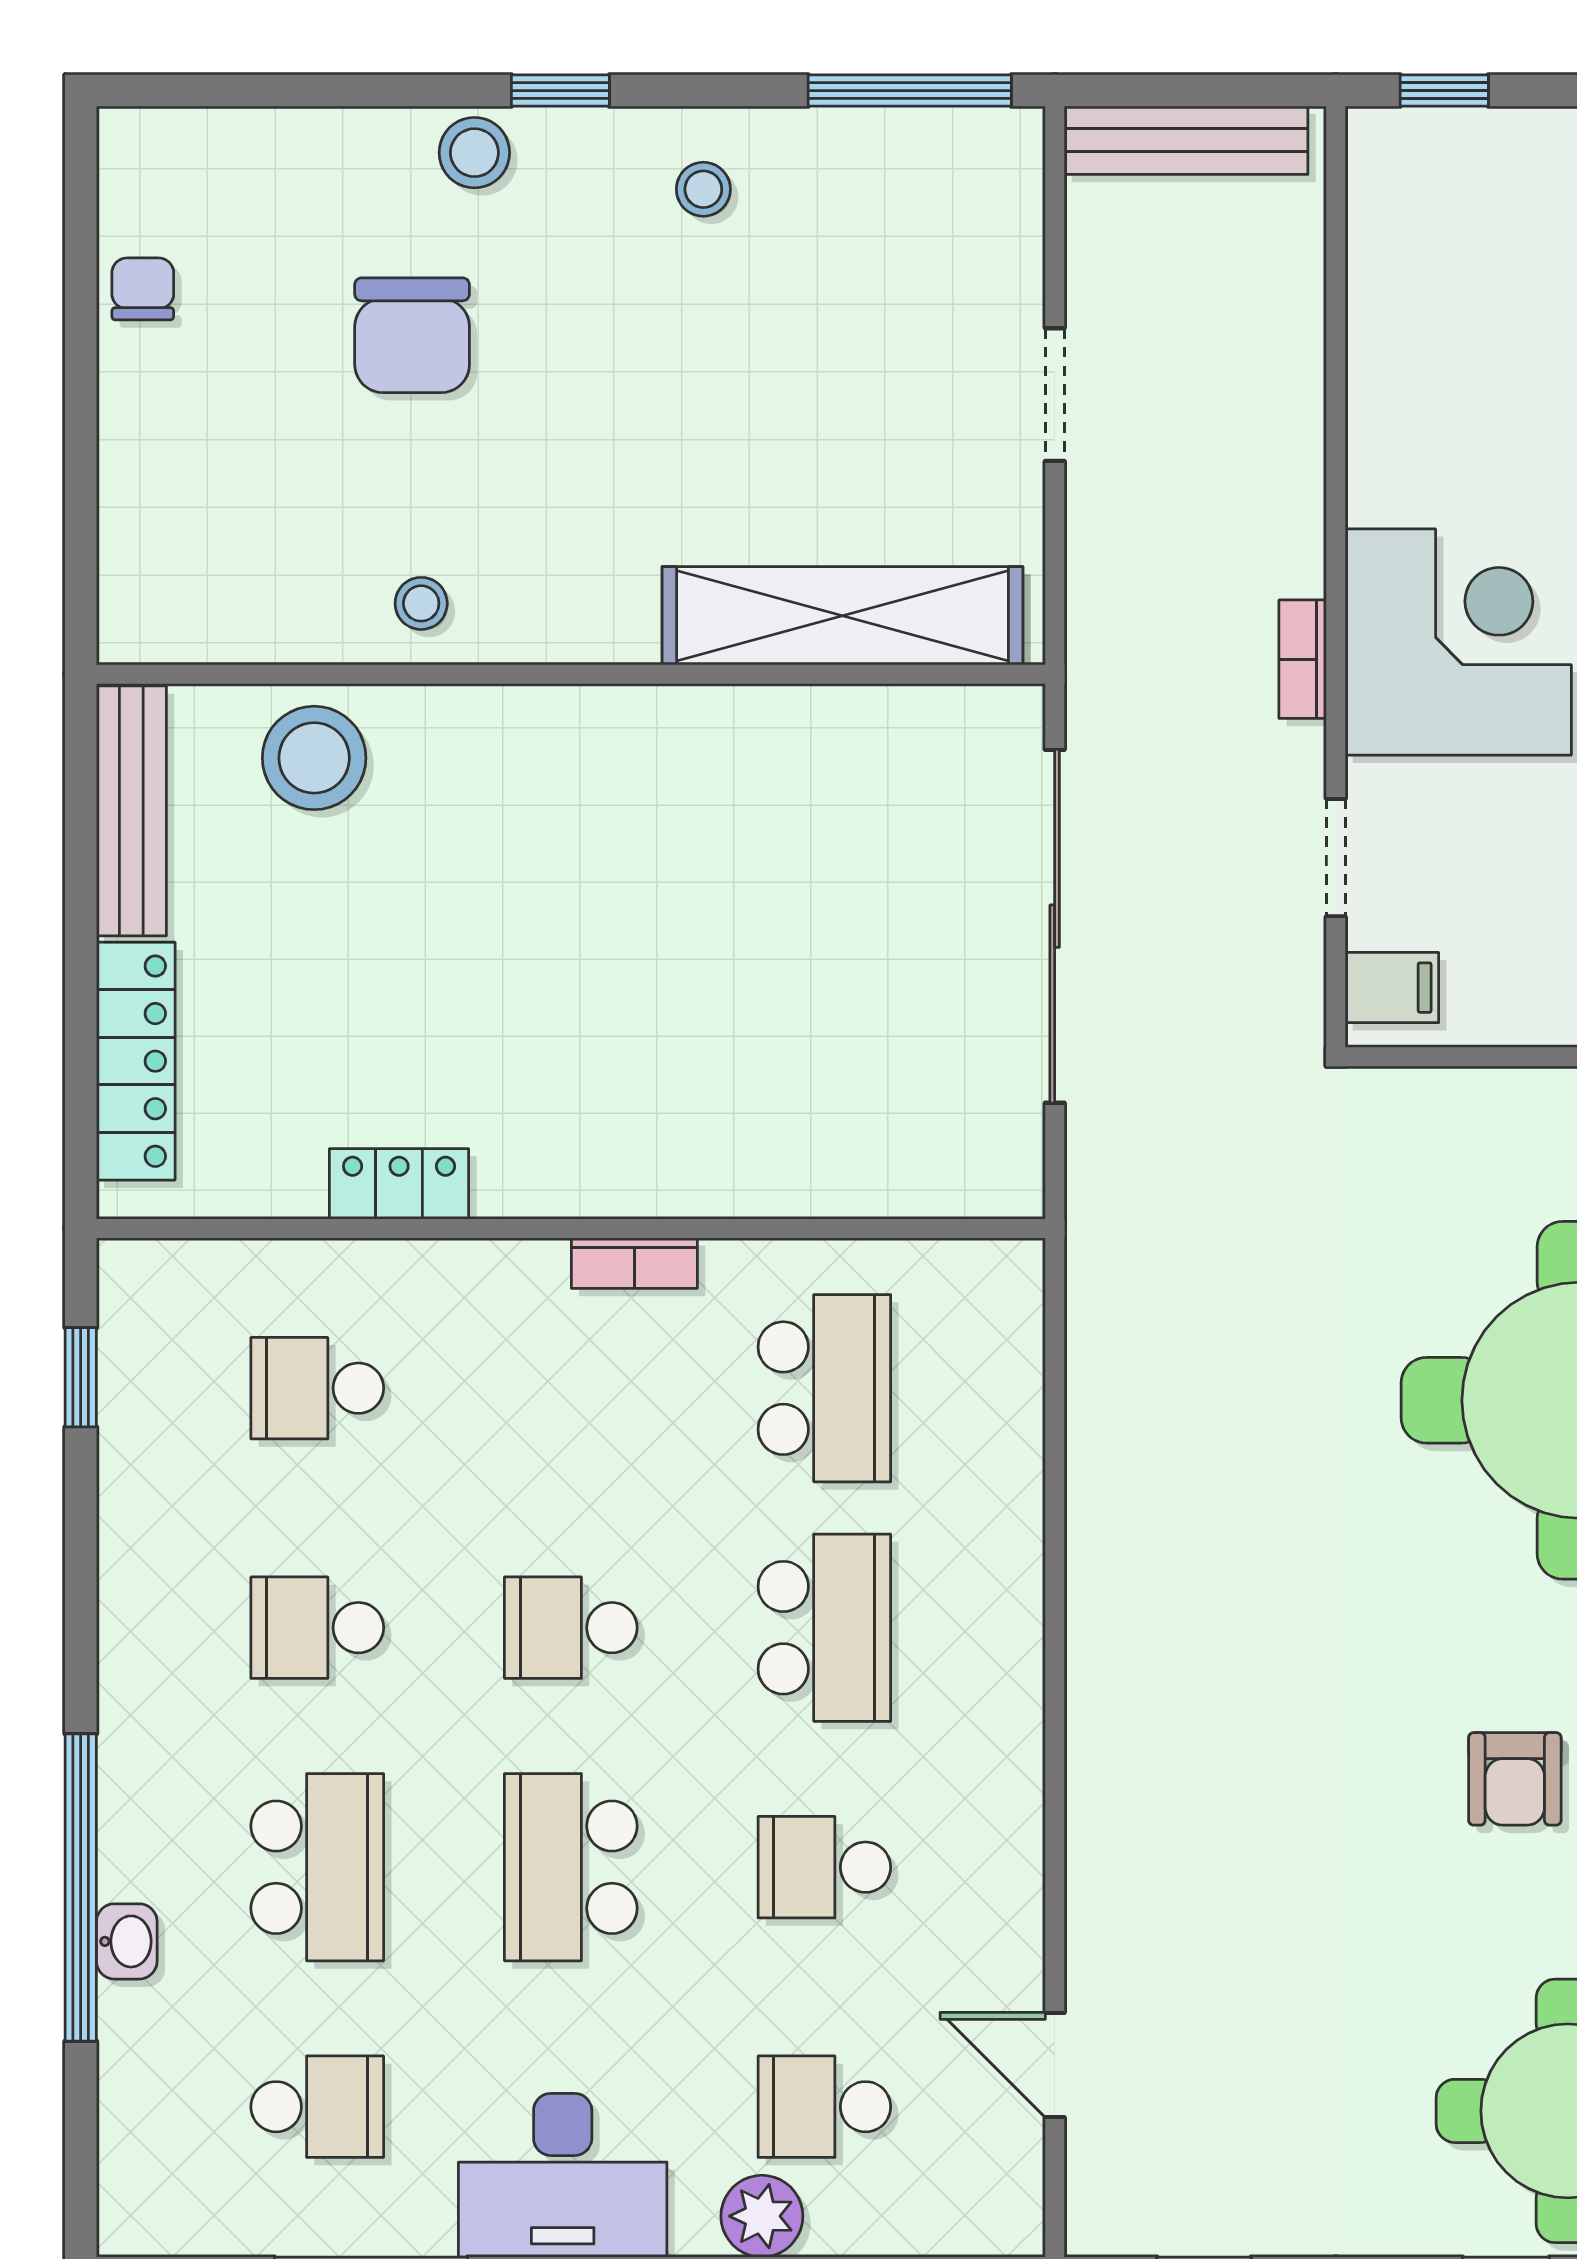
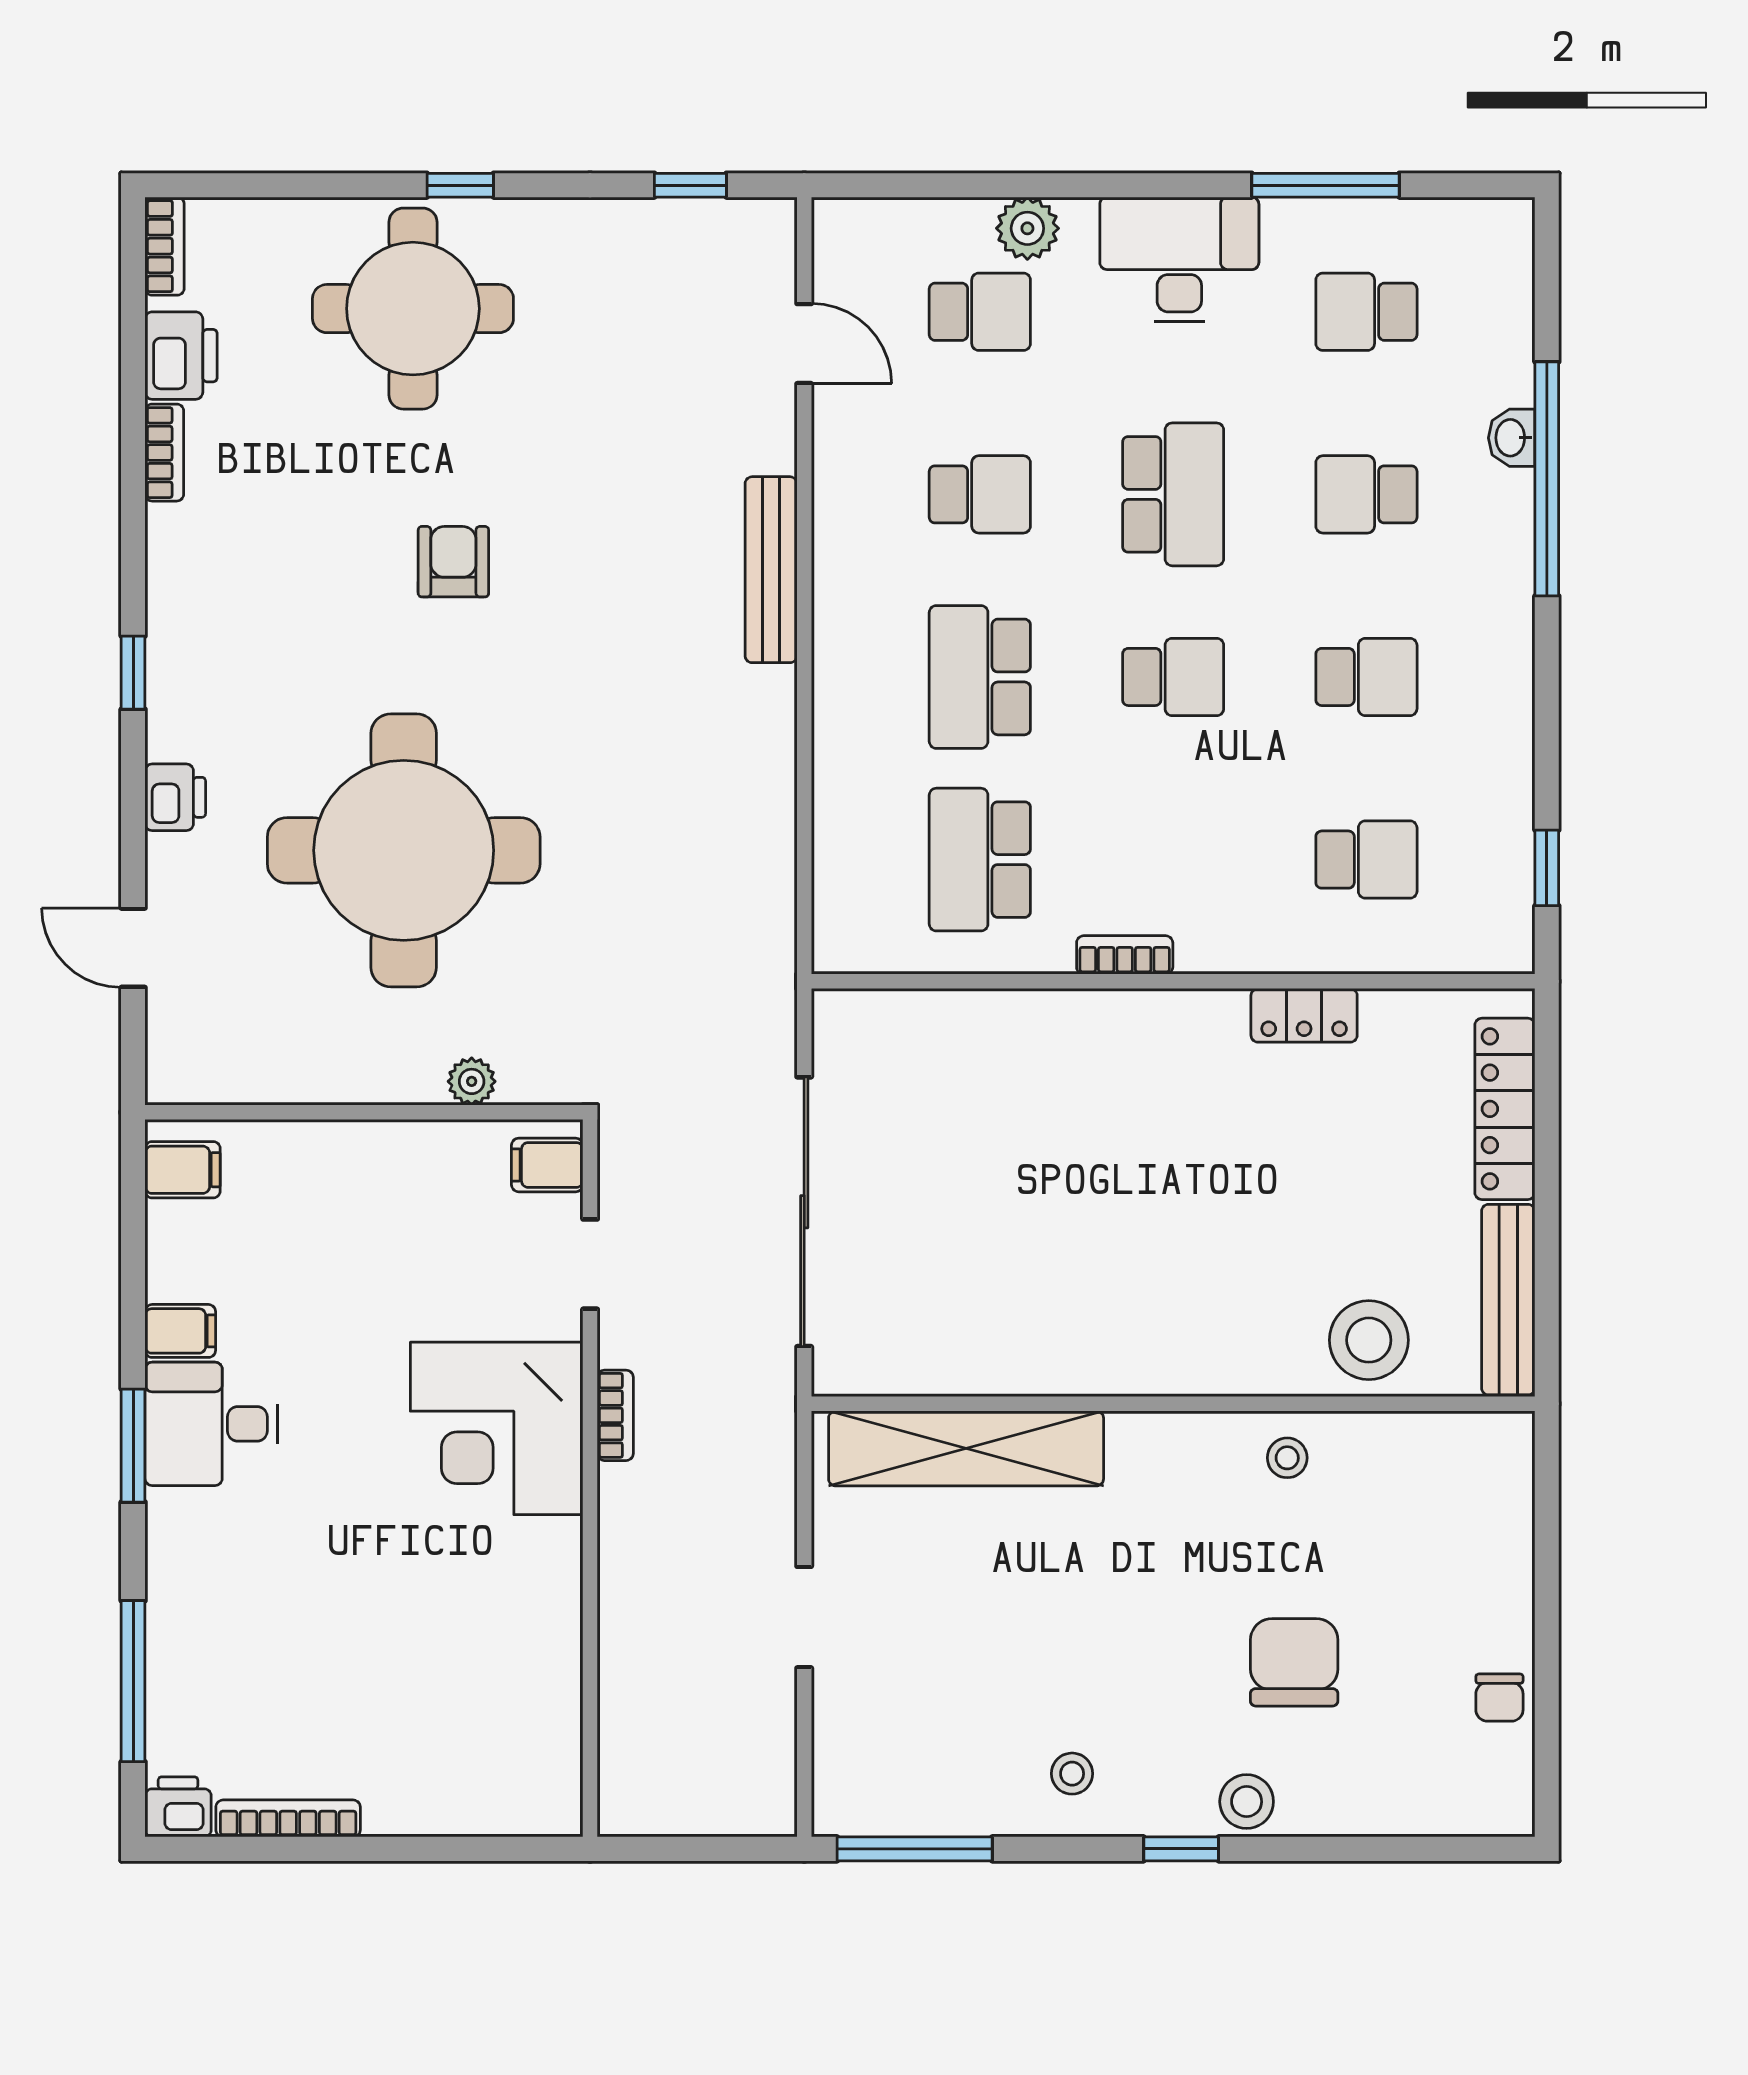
window: (1444, 91) -> (507, 1849), removed
bench: (1186, 140) -> (771, 570), moved, turned 90
plant: (1491, 1097) -> (472, 1081), added
school desk: (317, 1867) -> (1366, 494), width x0.54

